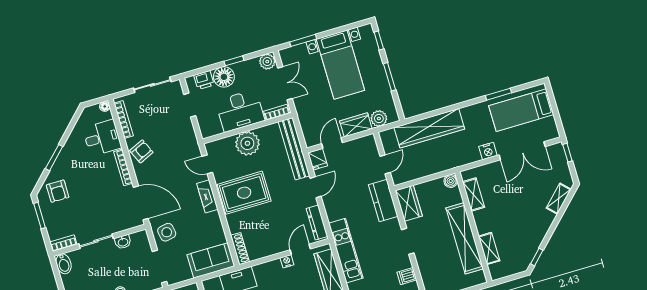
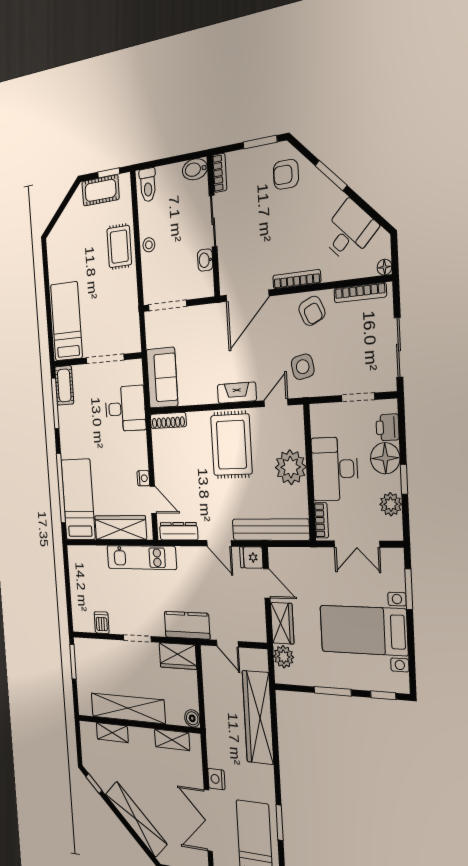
plant: (267, 62) -> (391, 504), moved
desk: (102, 138) -> (349, 232), moved, turned -135
shelving: (559, 199) -> (136, 819), width x2.20, depth x1.33
side table: (167, 232) -> (303, 367), moved

